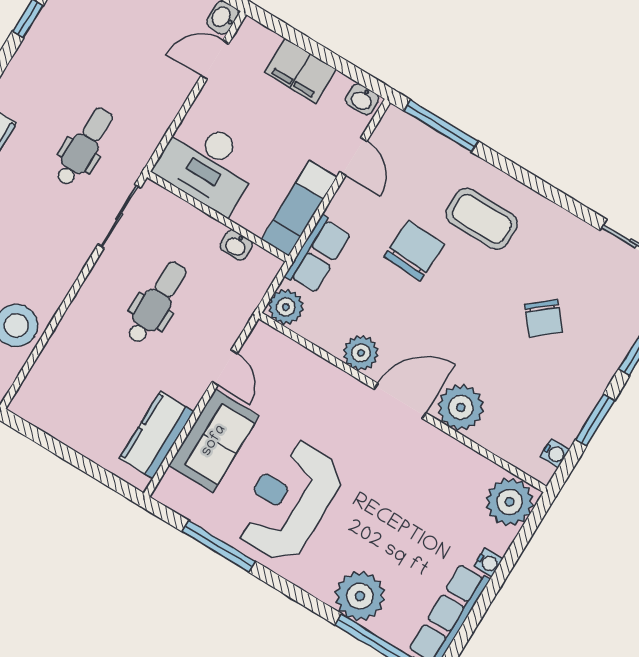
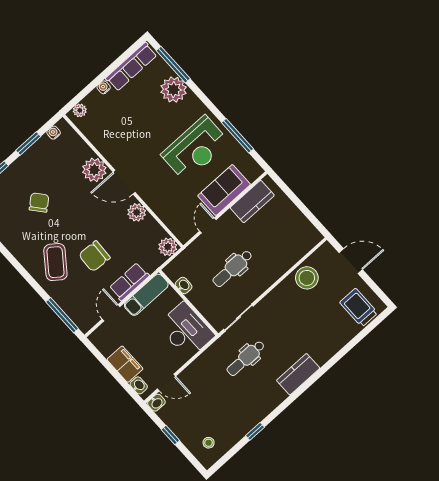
washbasin: (362, 99) -> (139, 385), moved
coffee table: (482, 219) -> (55, 262), turned 37
row of seats: (318, 254) -> (129, 282), moved
plant: (510, 502) -> (80, 110), width x0.53, depth x0.53

